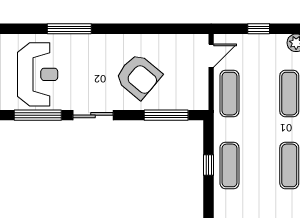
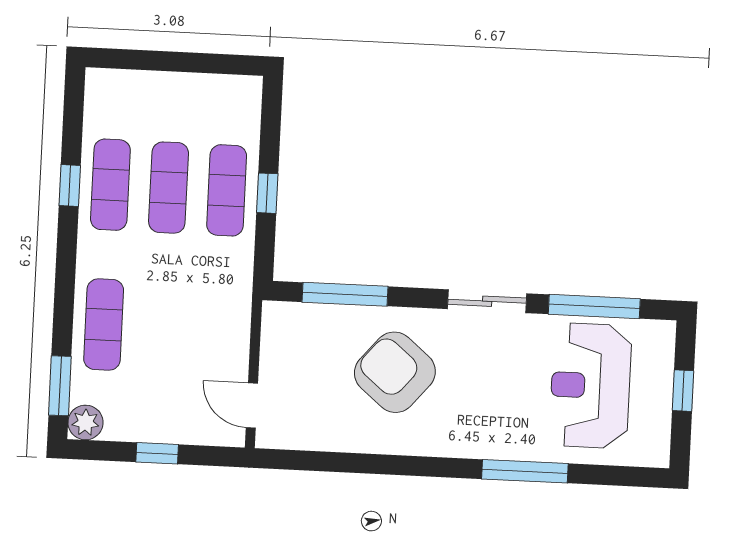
door: (211, 56) -> (252, 405), hinge flipped
exercise mat: (229, 94) -> (169, 188), moved

